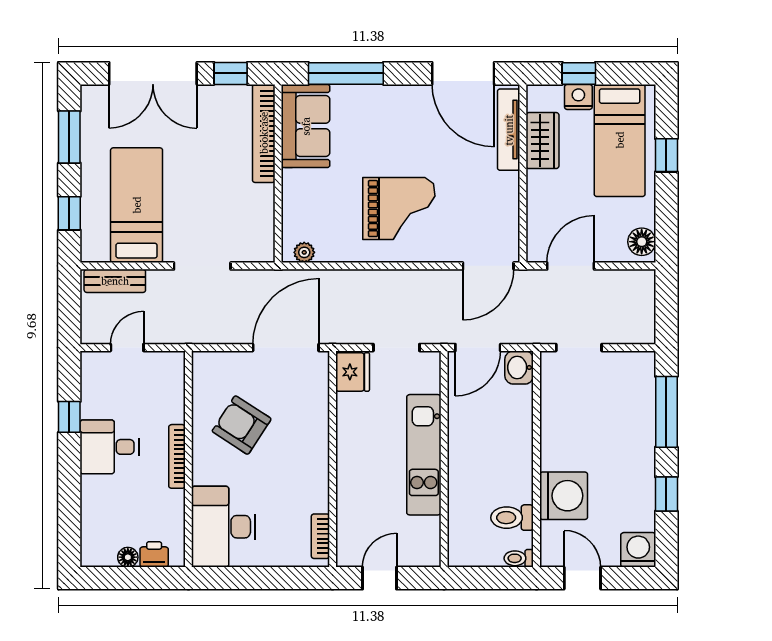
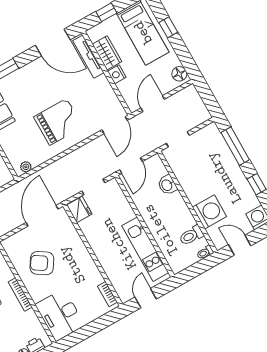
nightstand: (578, 97) -> (117, 74), moved, turned -90
washbasin: (519, 367) -> (167, 185), moved
kitchen unit: (424, 455) -> (145, 249), moved

